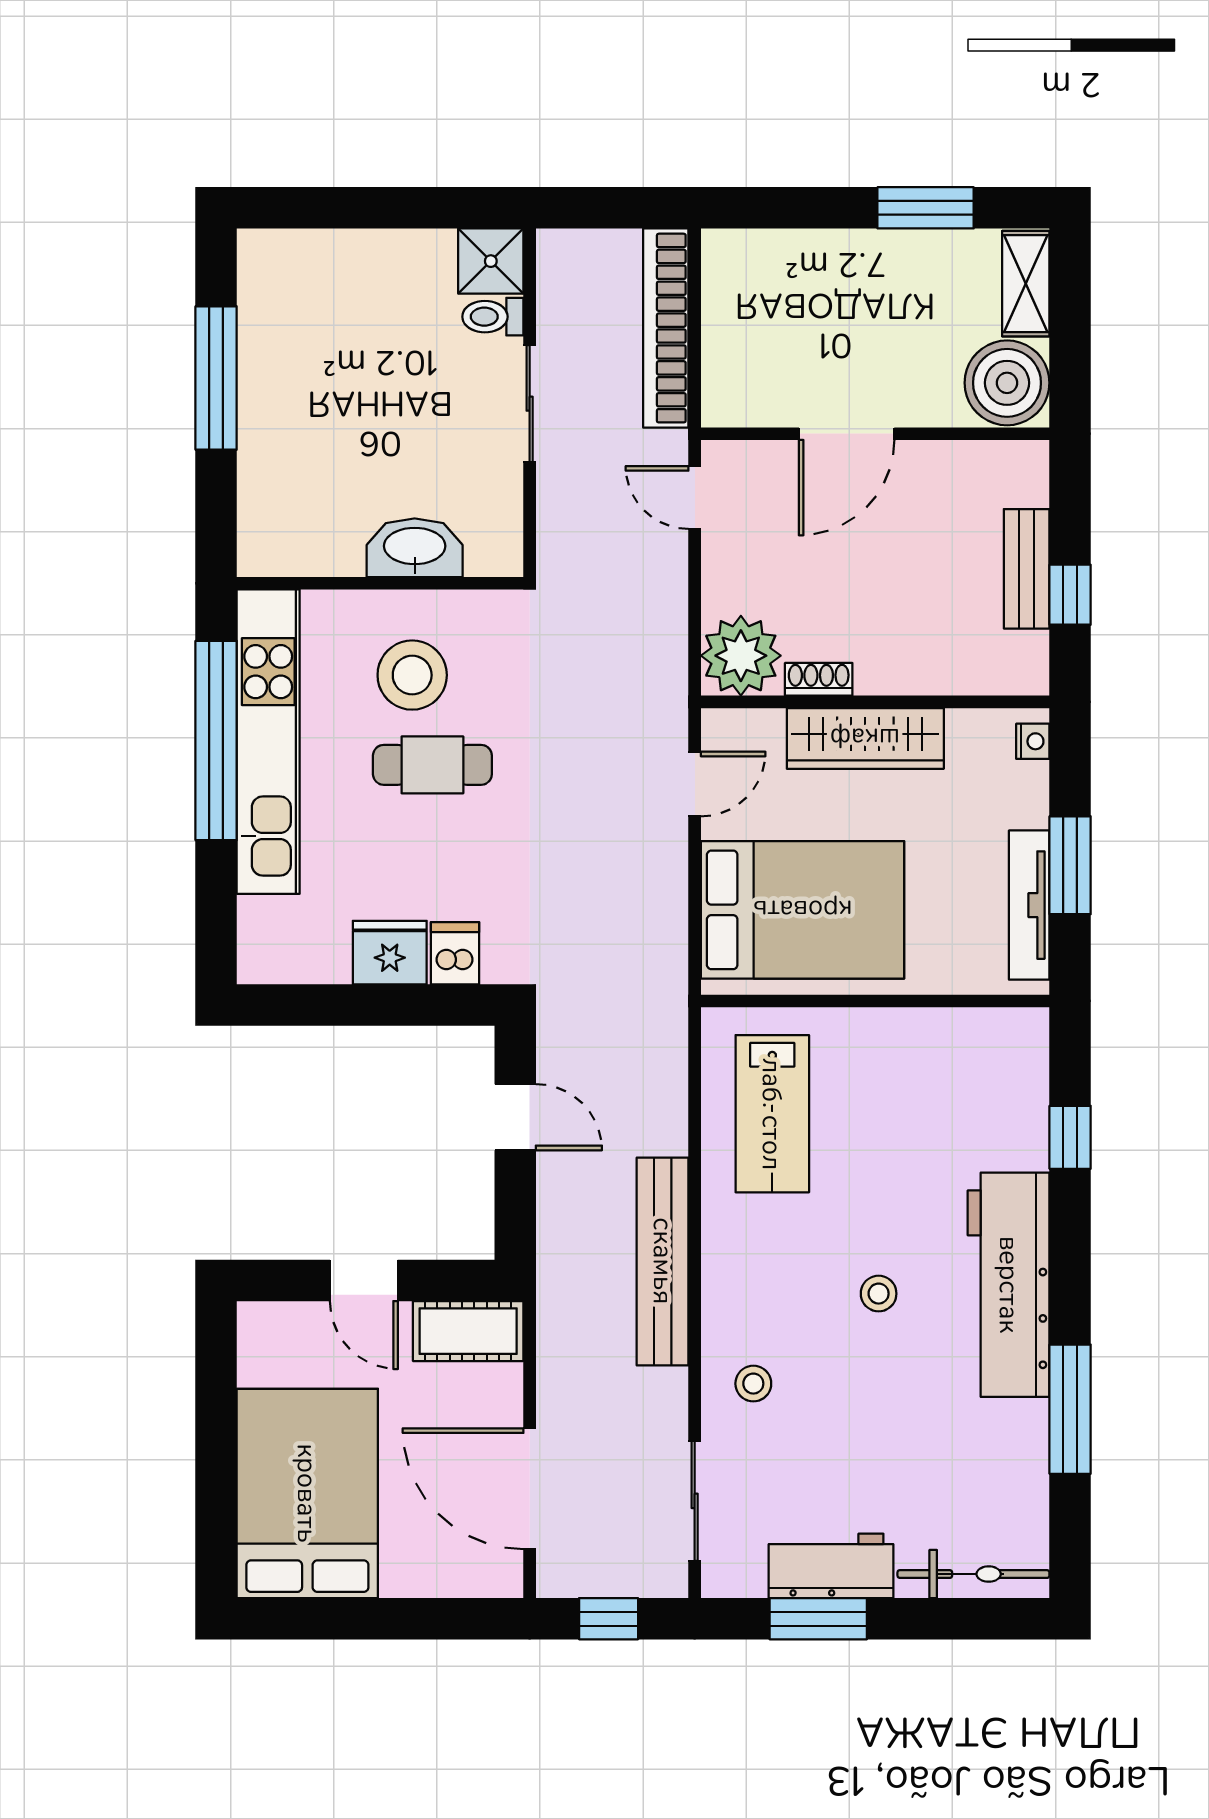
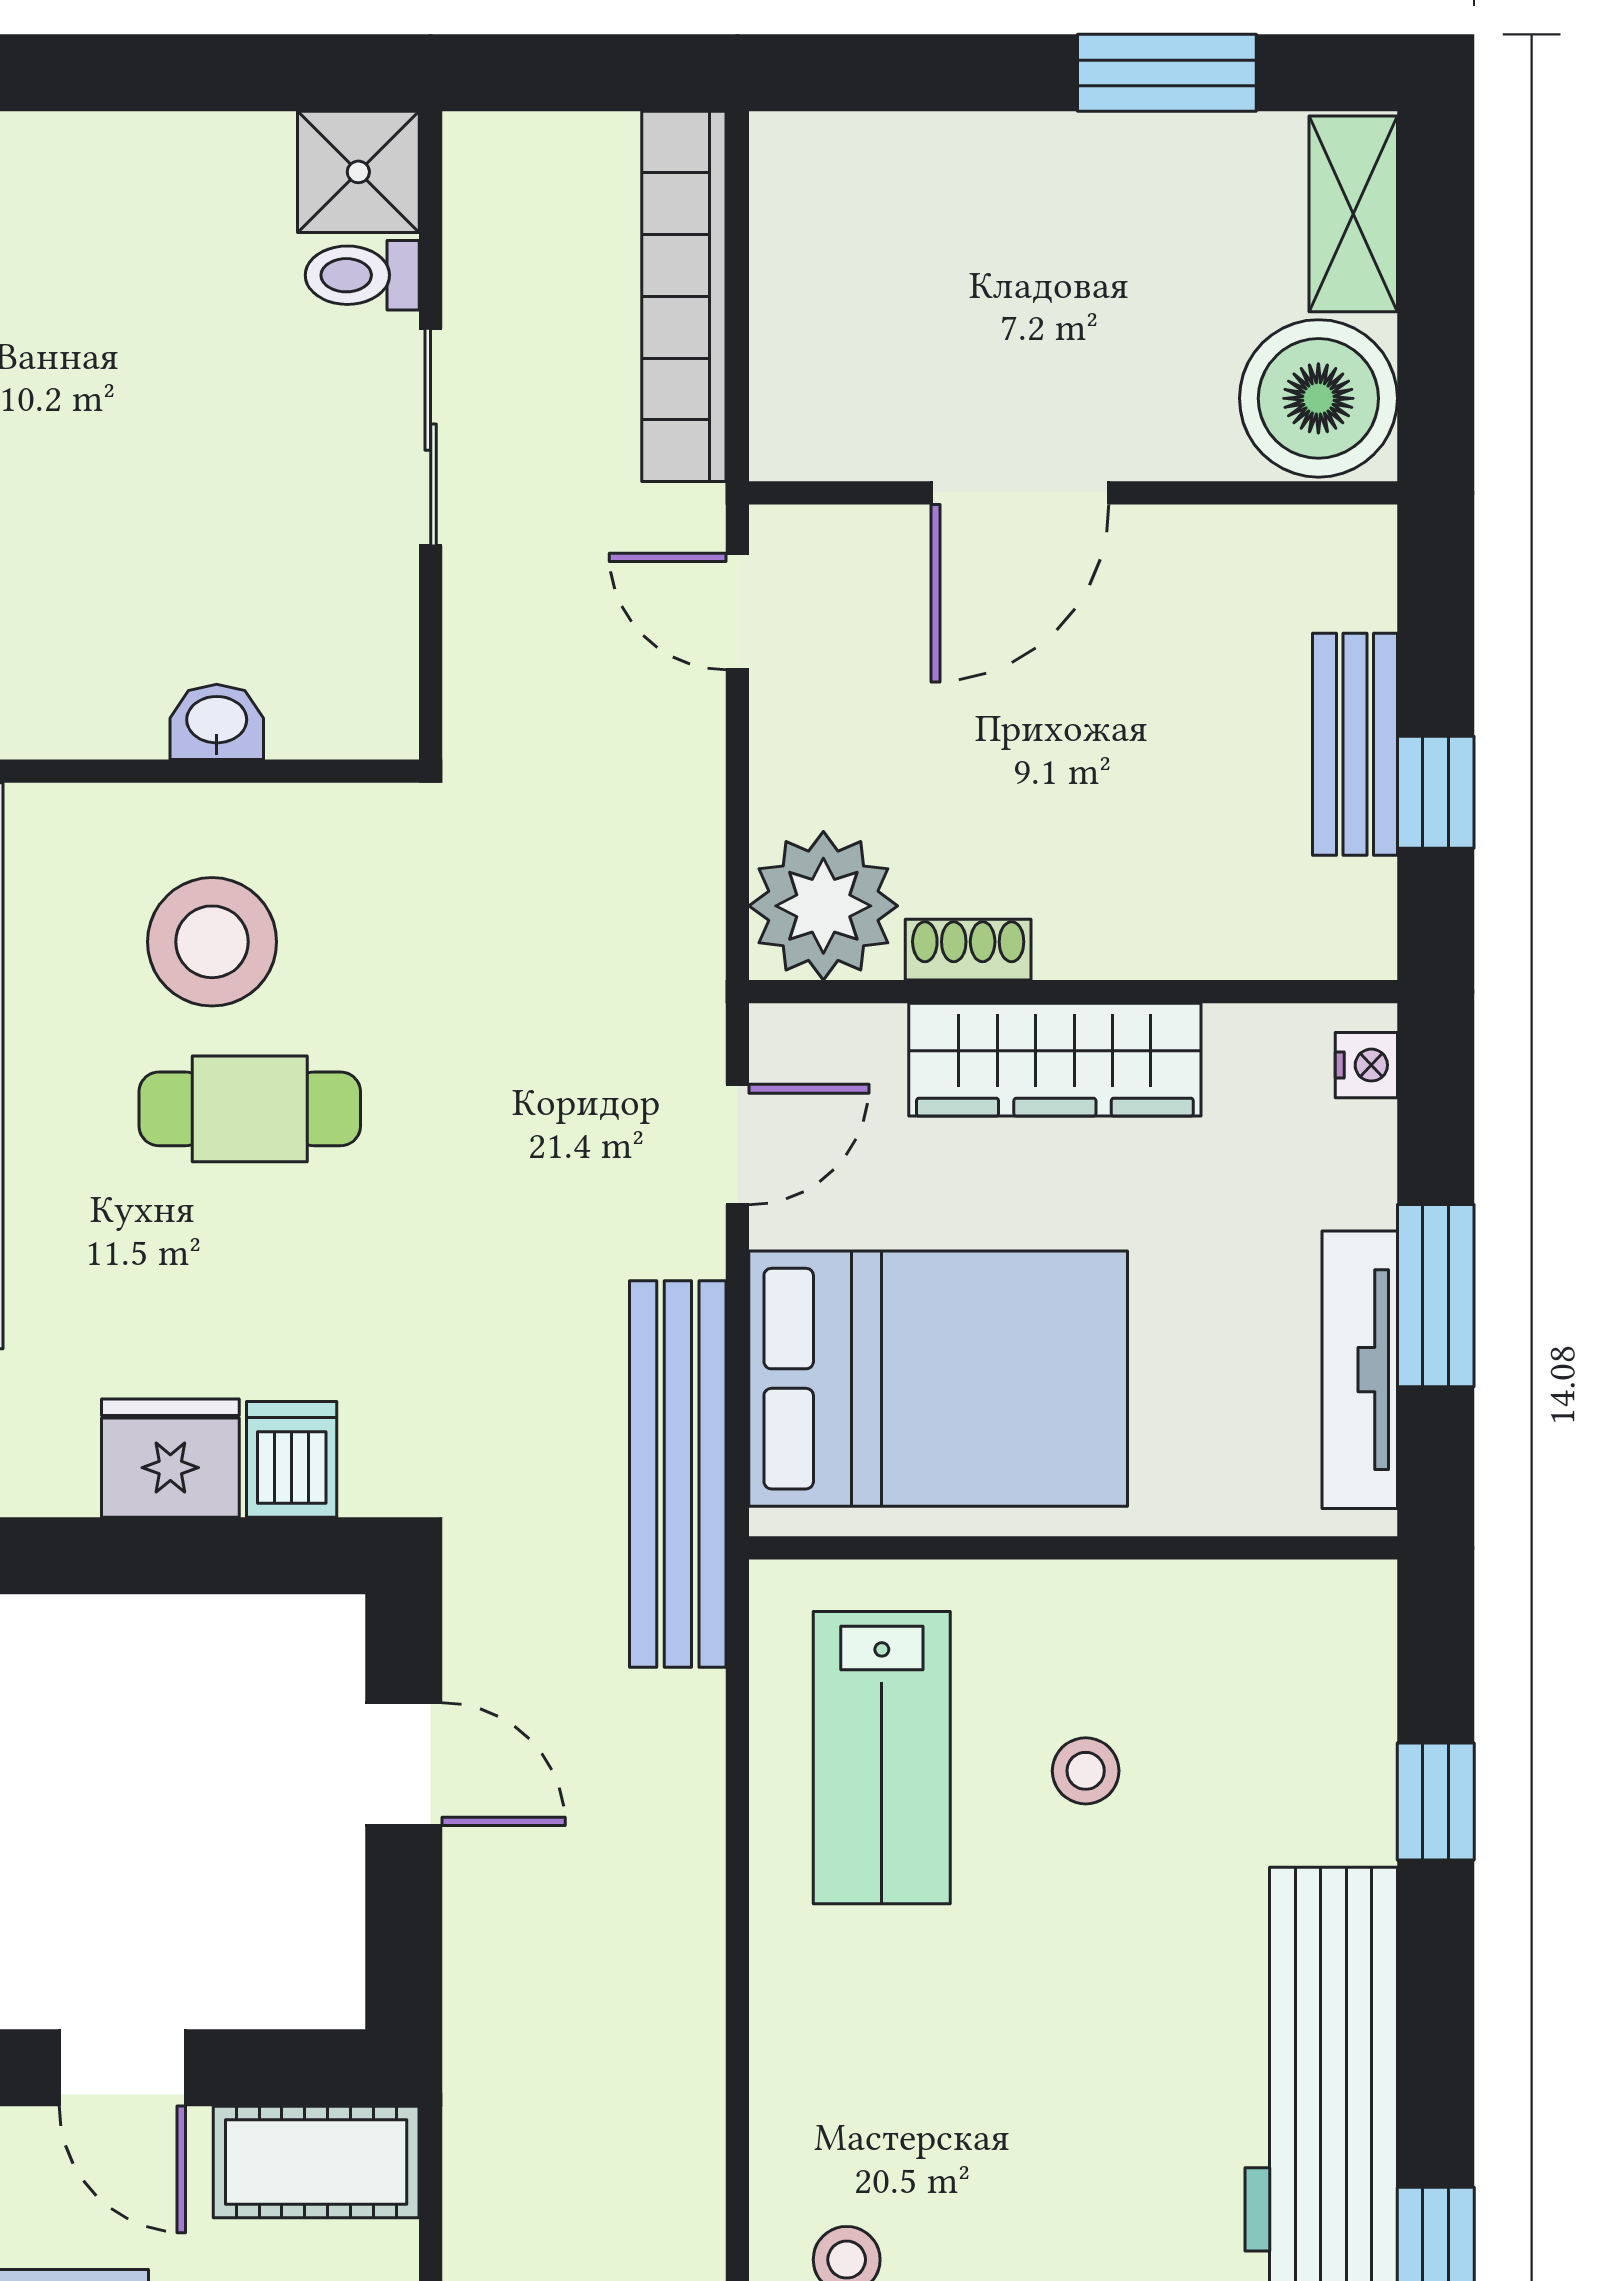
washbasin: (415, 548) -> (217, 722), width x0.52, depth x0.69
bench: (663, 1261) -> (678, 1474), moved
stool: (879, 1294) -> (1086, 1771), moved

